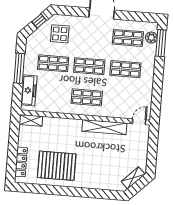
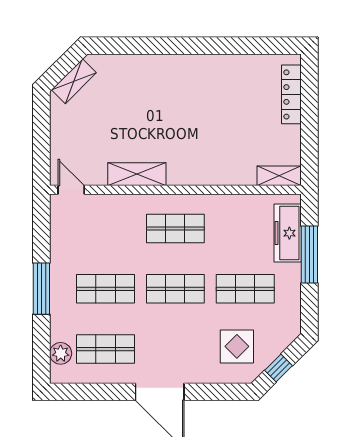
window: (161, 43) -> (41, 289), moved
window: (19, 68) -> (309, 254), moved
door: (139, 122) -> (71, 190), swing flipped
shelving: (104, 127) -> (137, 174), width x0.68
pallet: (57, 166) -> (222, 93), removed

